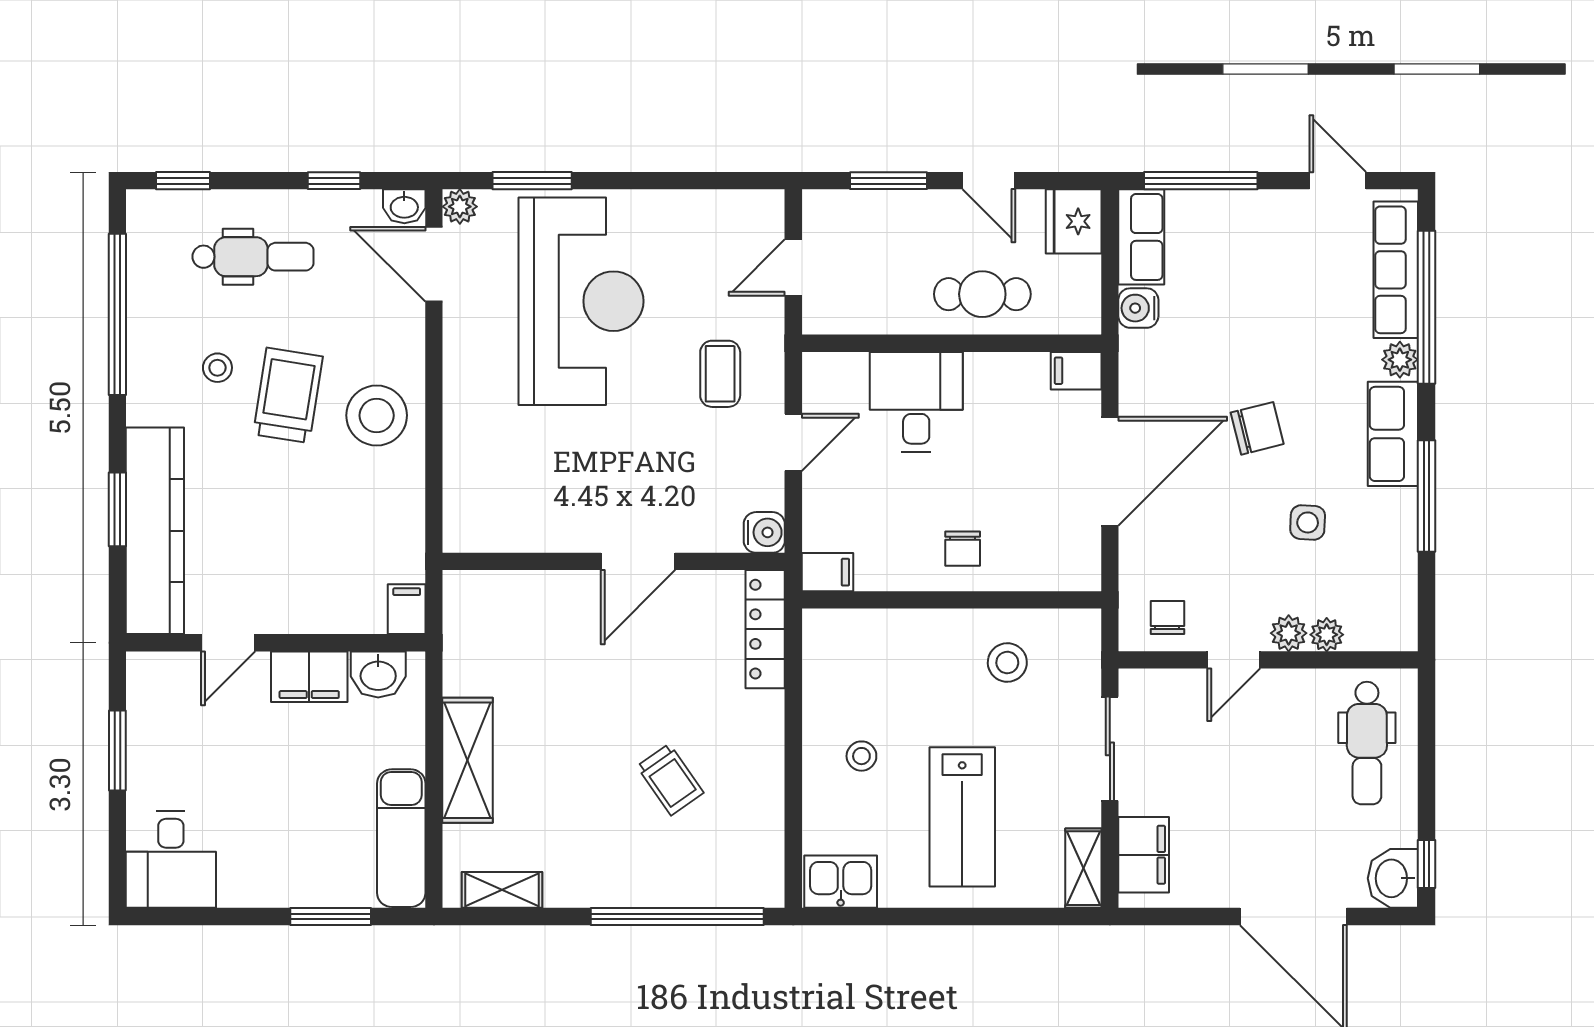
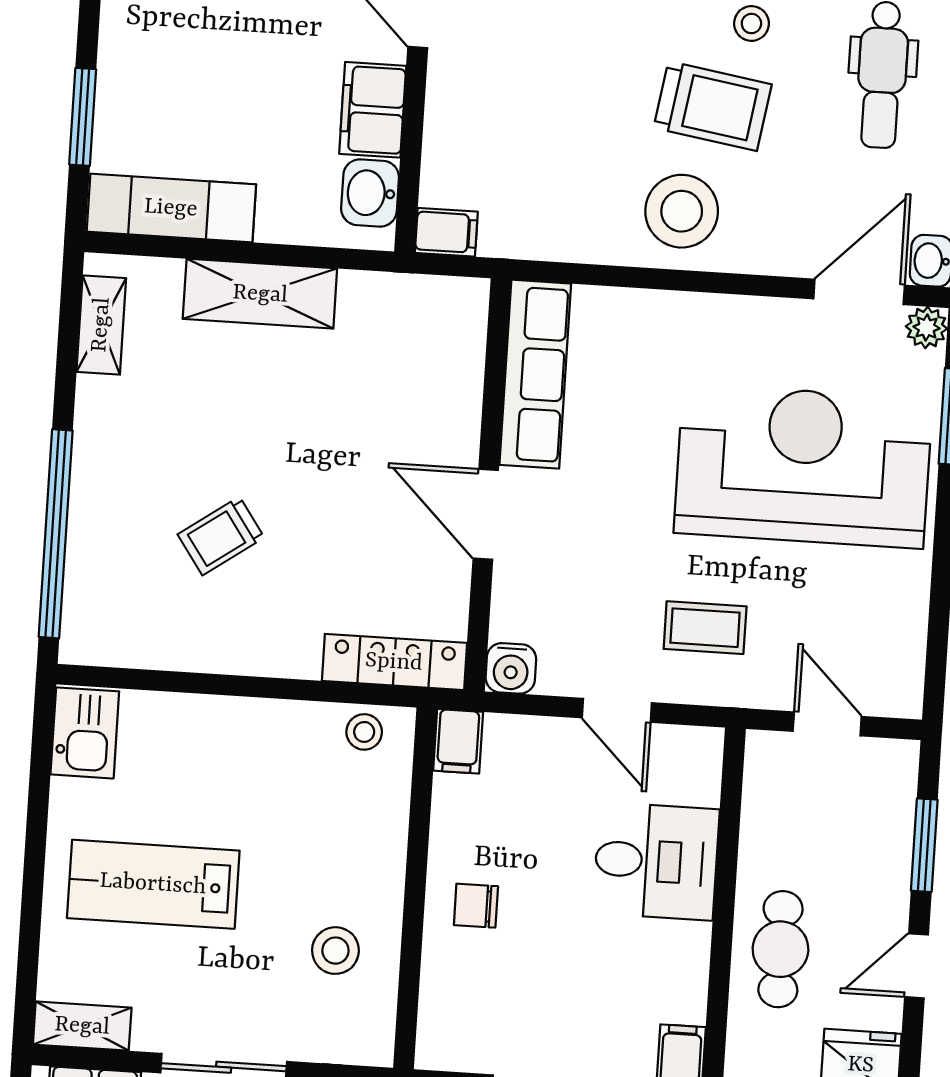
reception desk: (581, 301) -> (803, 466), turned 180
row of seats: (519, 528) -> (535, 374), added
stool: (861, 756) -> (364, 732), moved

